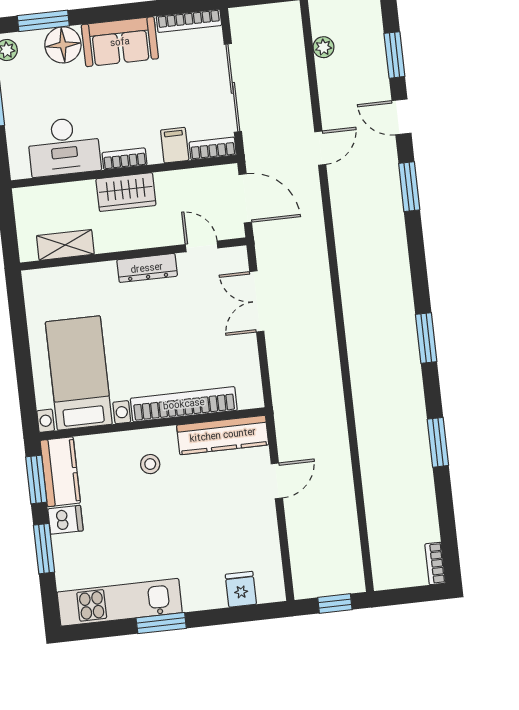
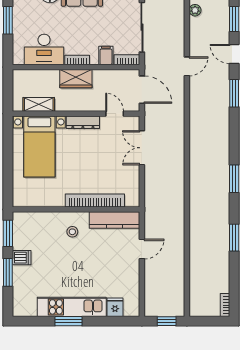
bed with nightstands: (79, 373) -> (39, 146), moved, turned 180
kitchen counter: (60, 472) -> (22, 230), removed
kitchen unit: (120, 602) -> (72, 307), moved

